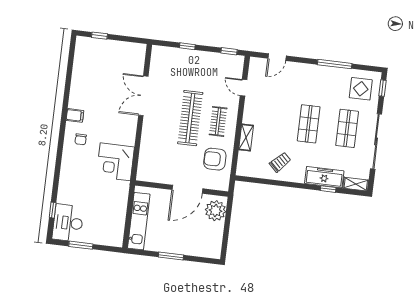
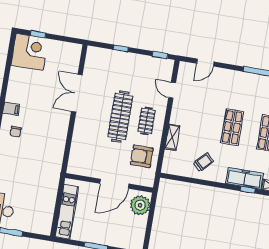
corner desk: (115, 162) -> (30, 52), moved, turned 180

